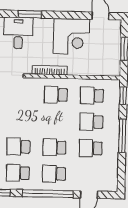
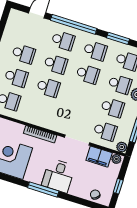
window: (30, 14) -> (43, 189), width x1.44
school desk: (56, 95) -> (48, 87), moved

